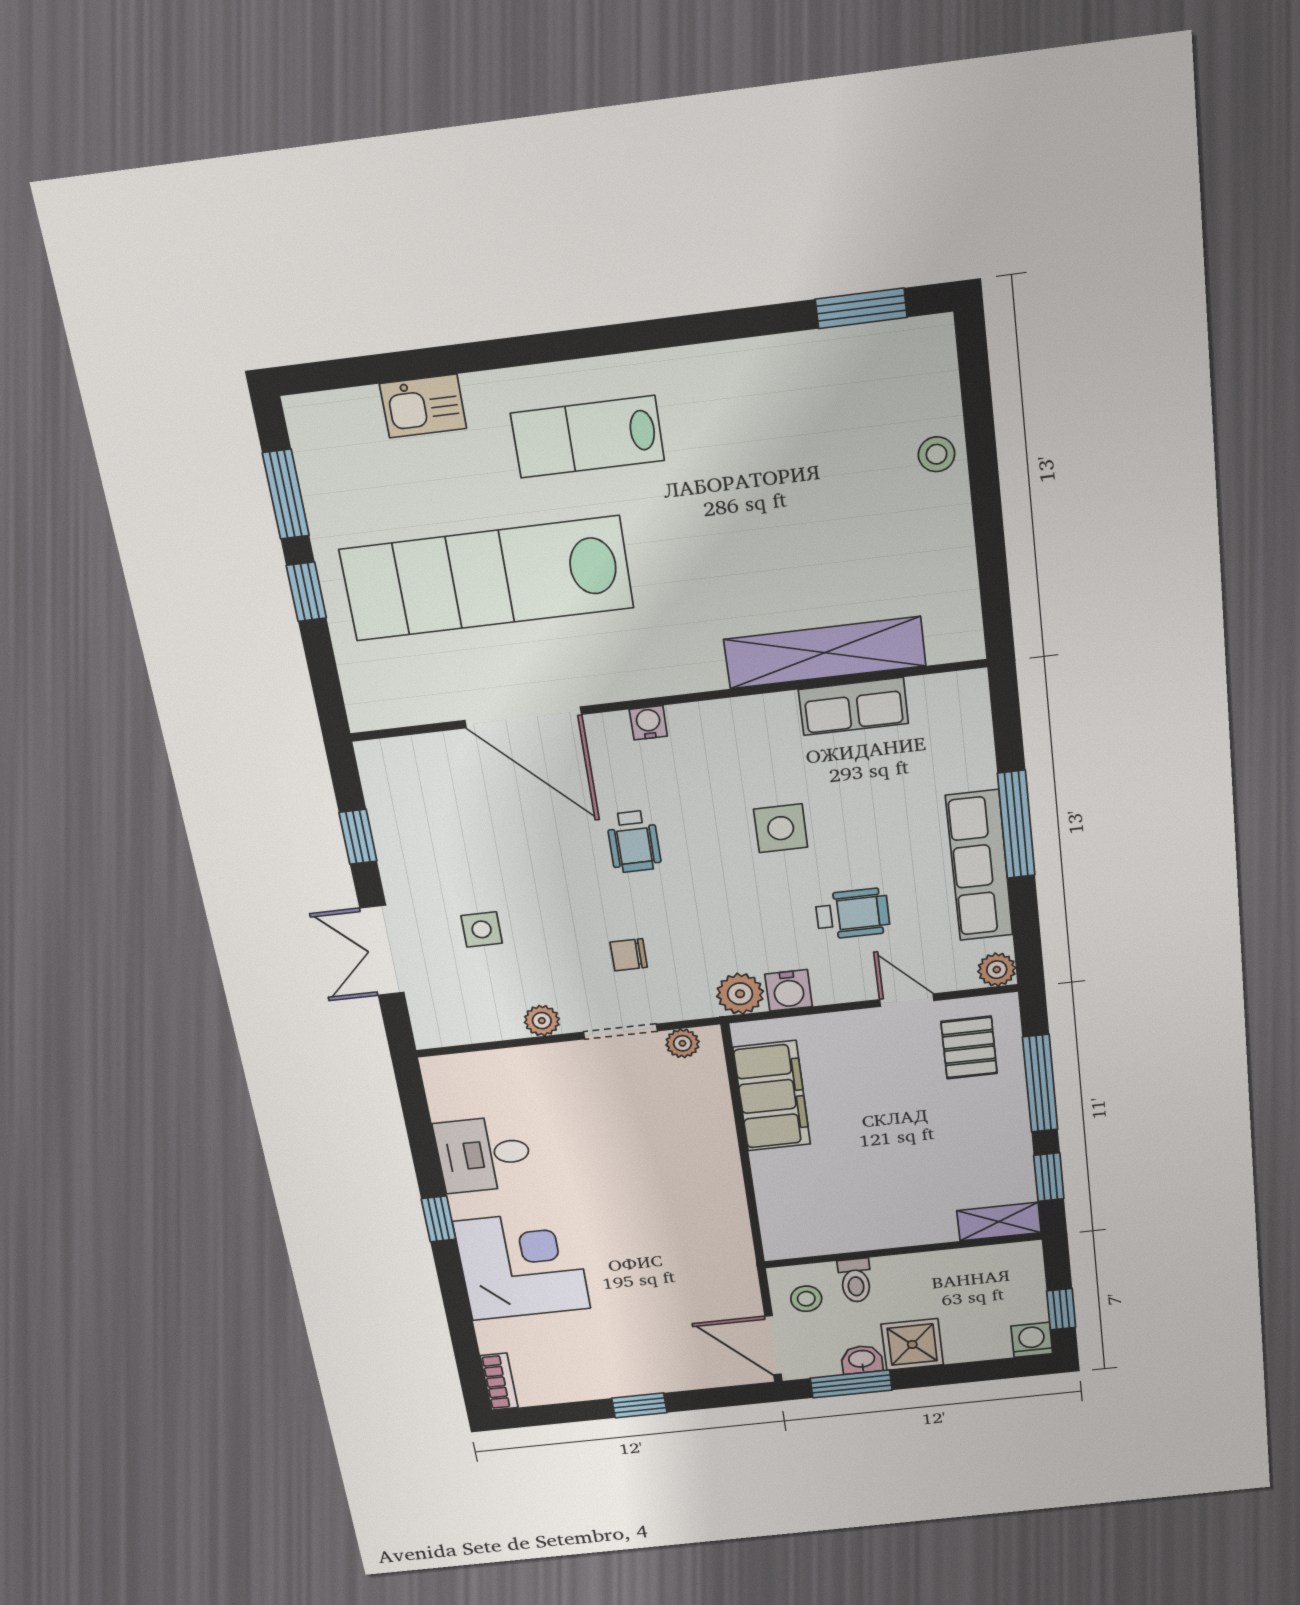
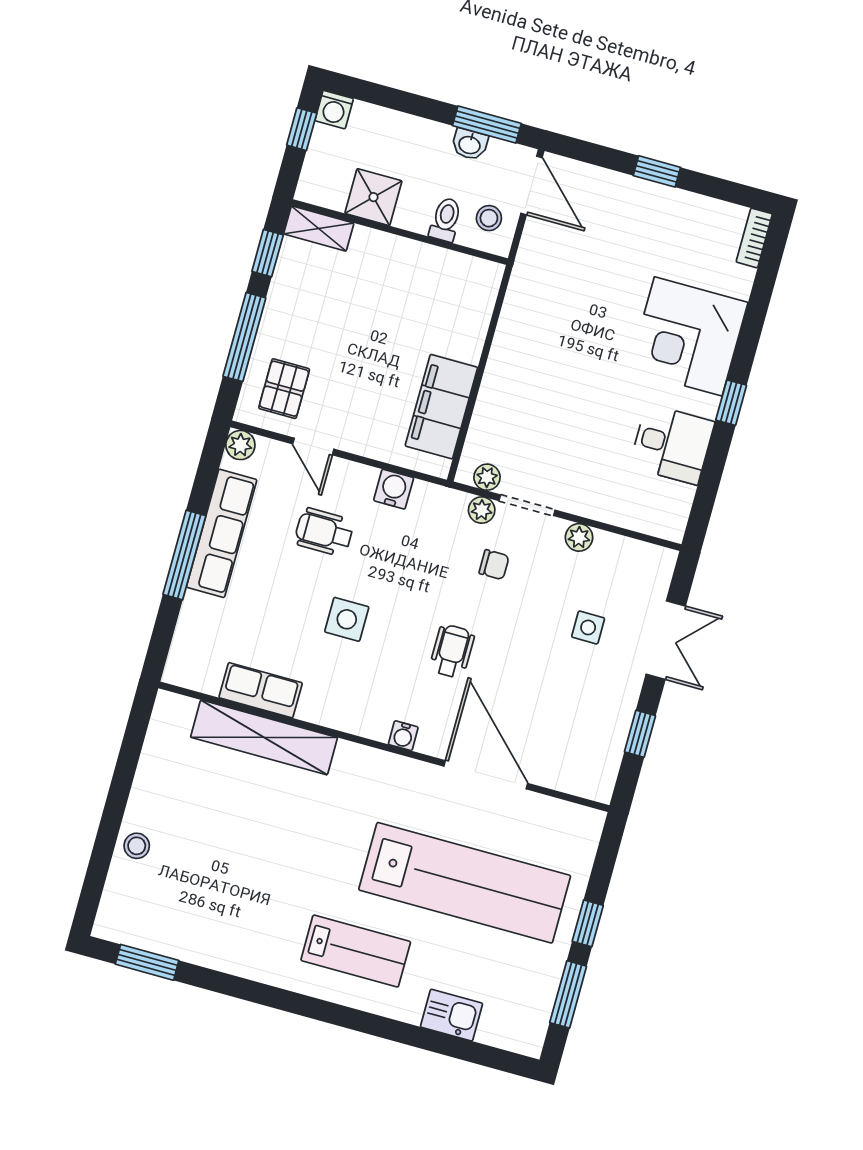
plant: (740, 994) -> (482, 510), moved, width x0.73, depth x0.73
shower: (912, 1344) -> (373, 197), moved

